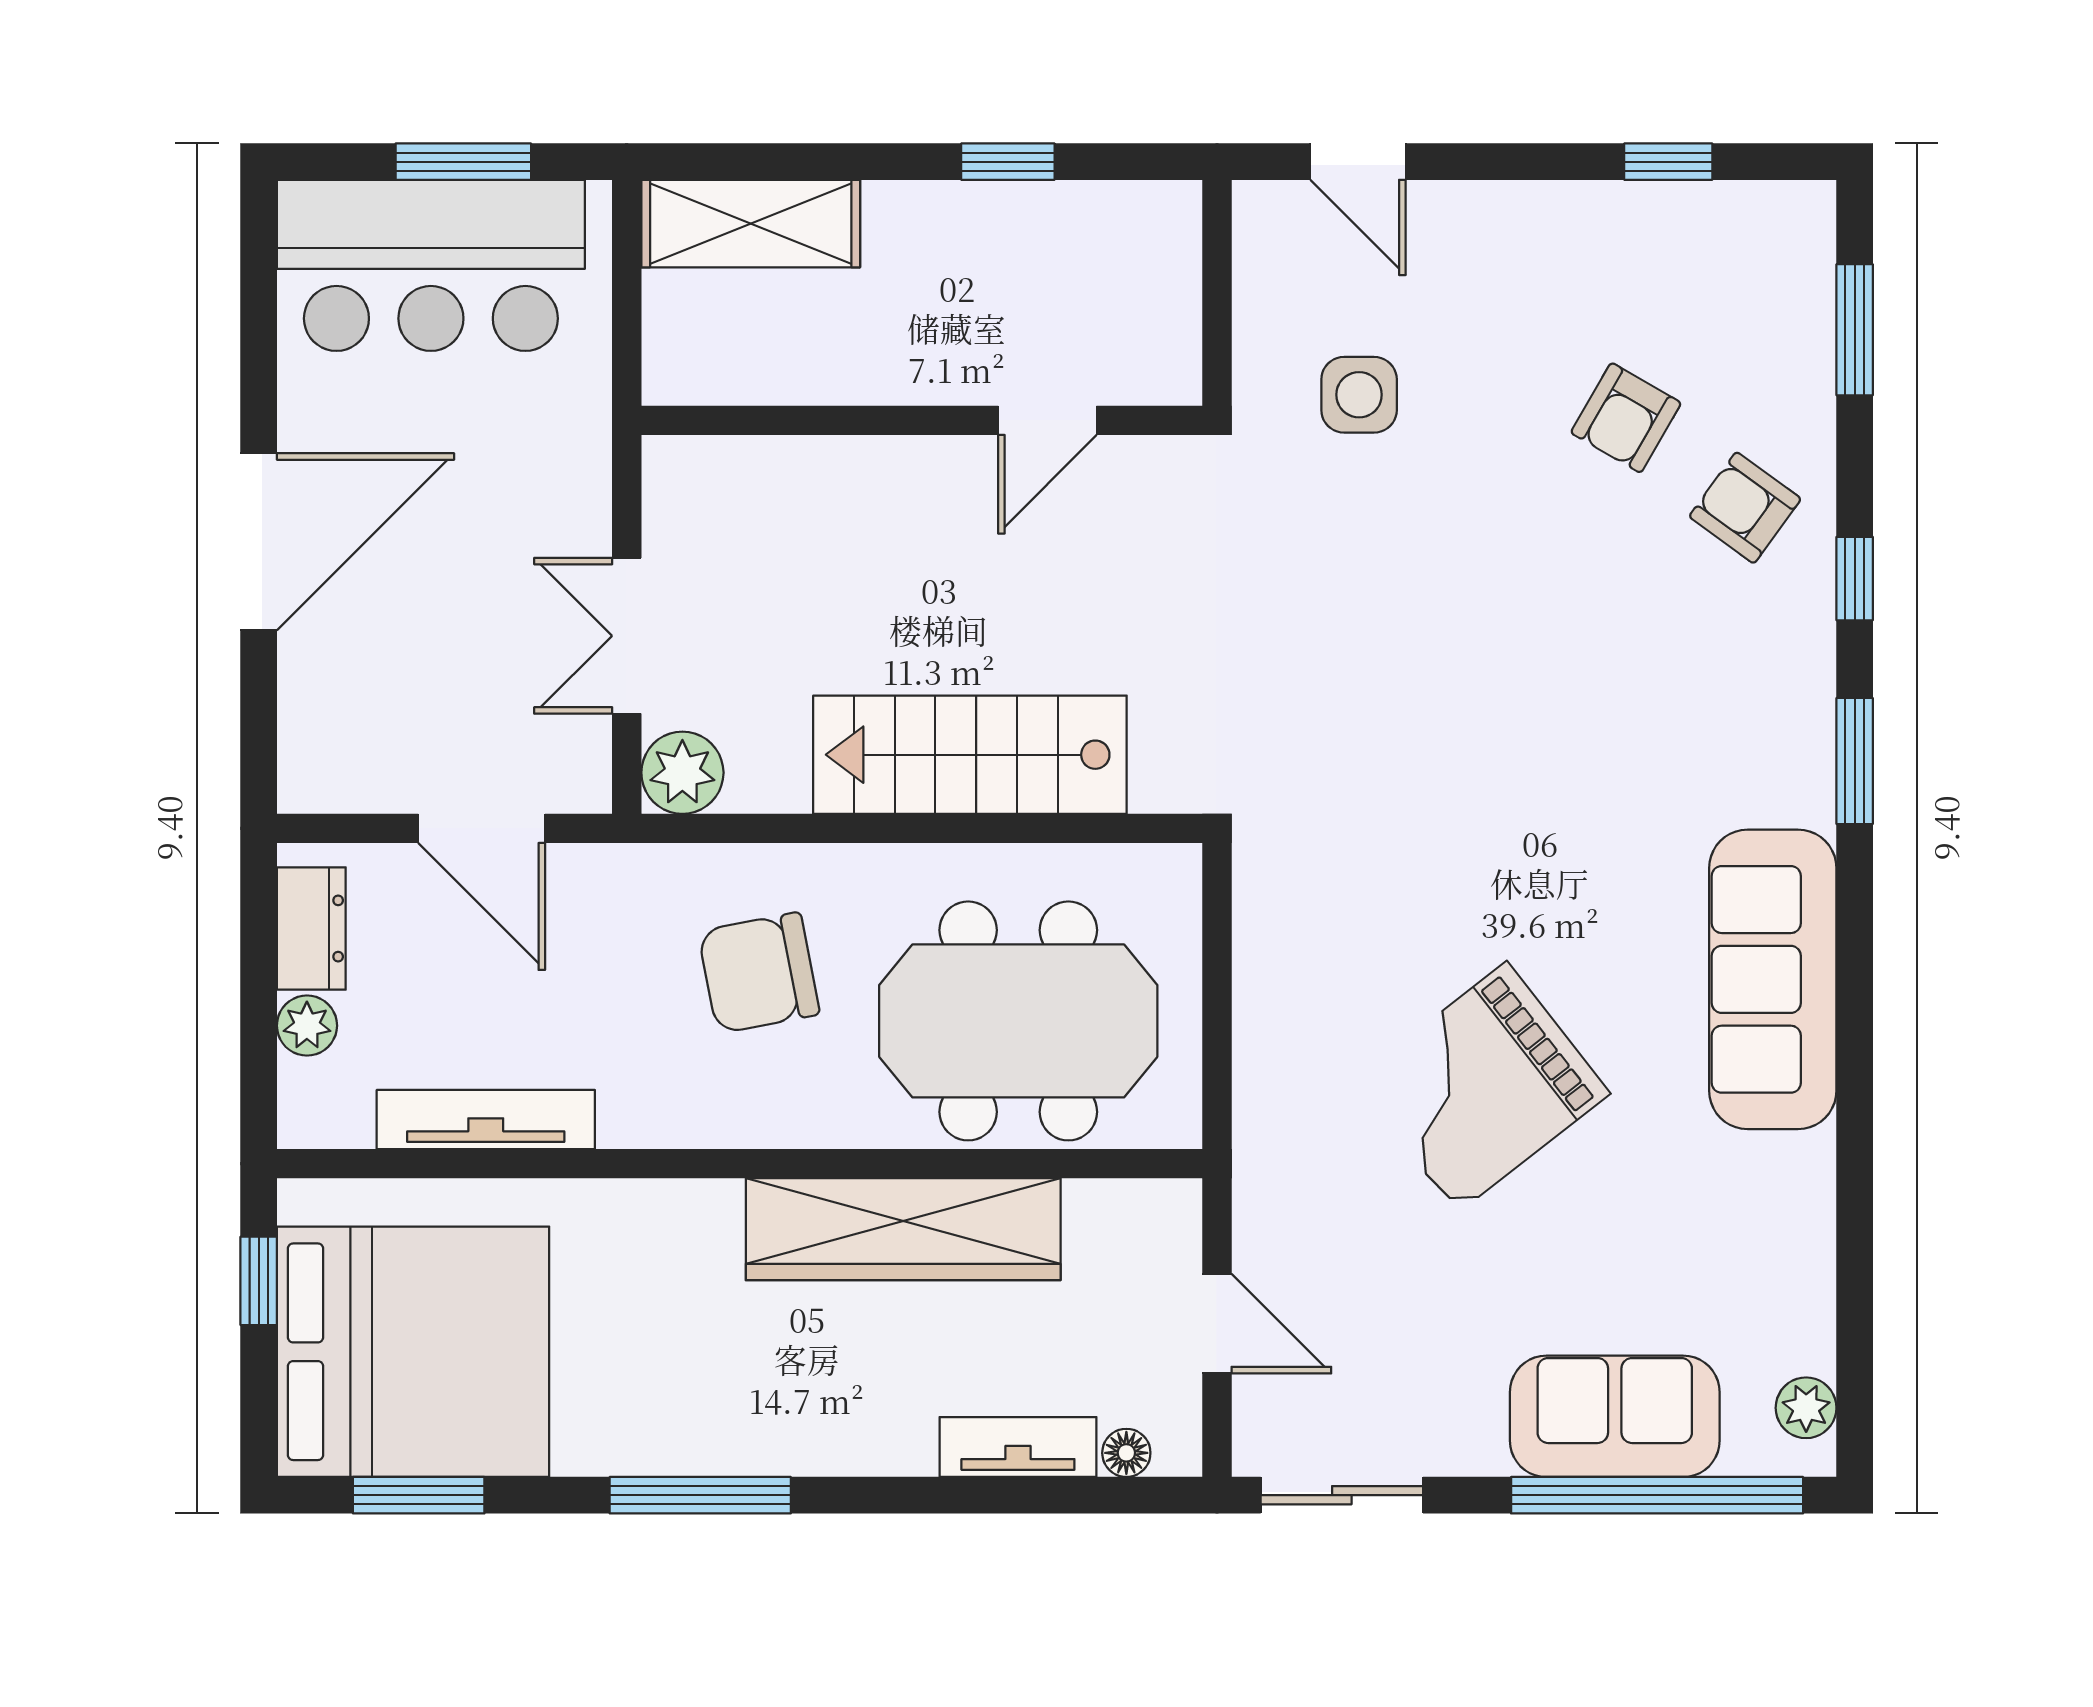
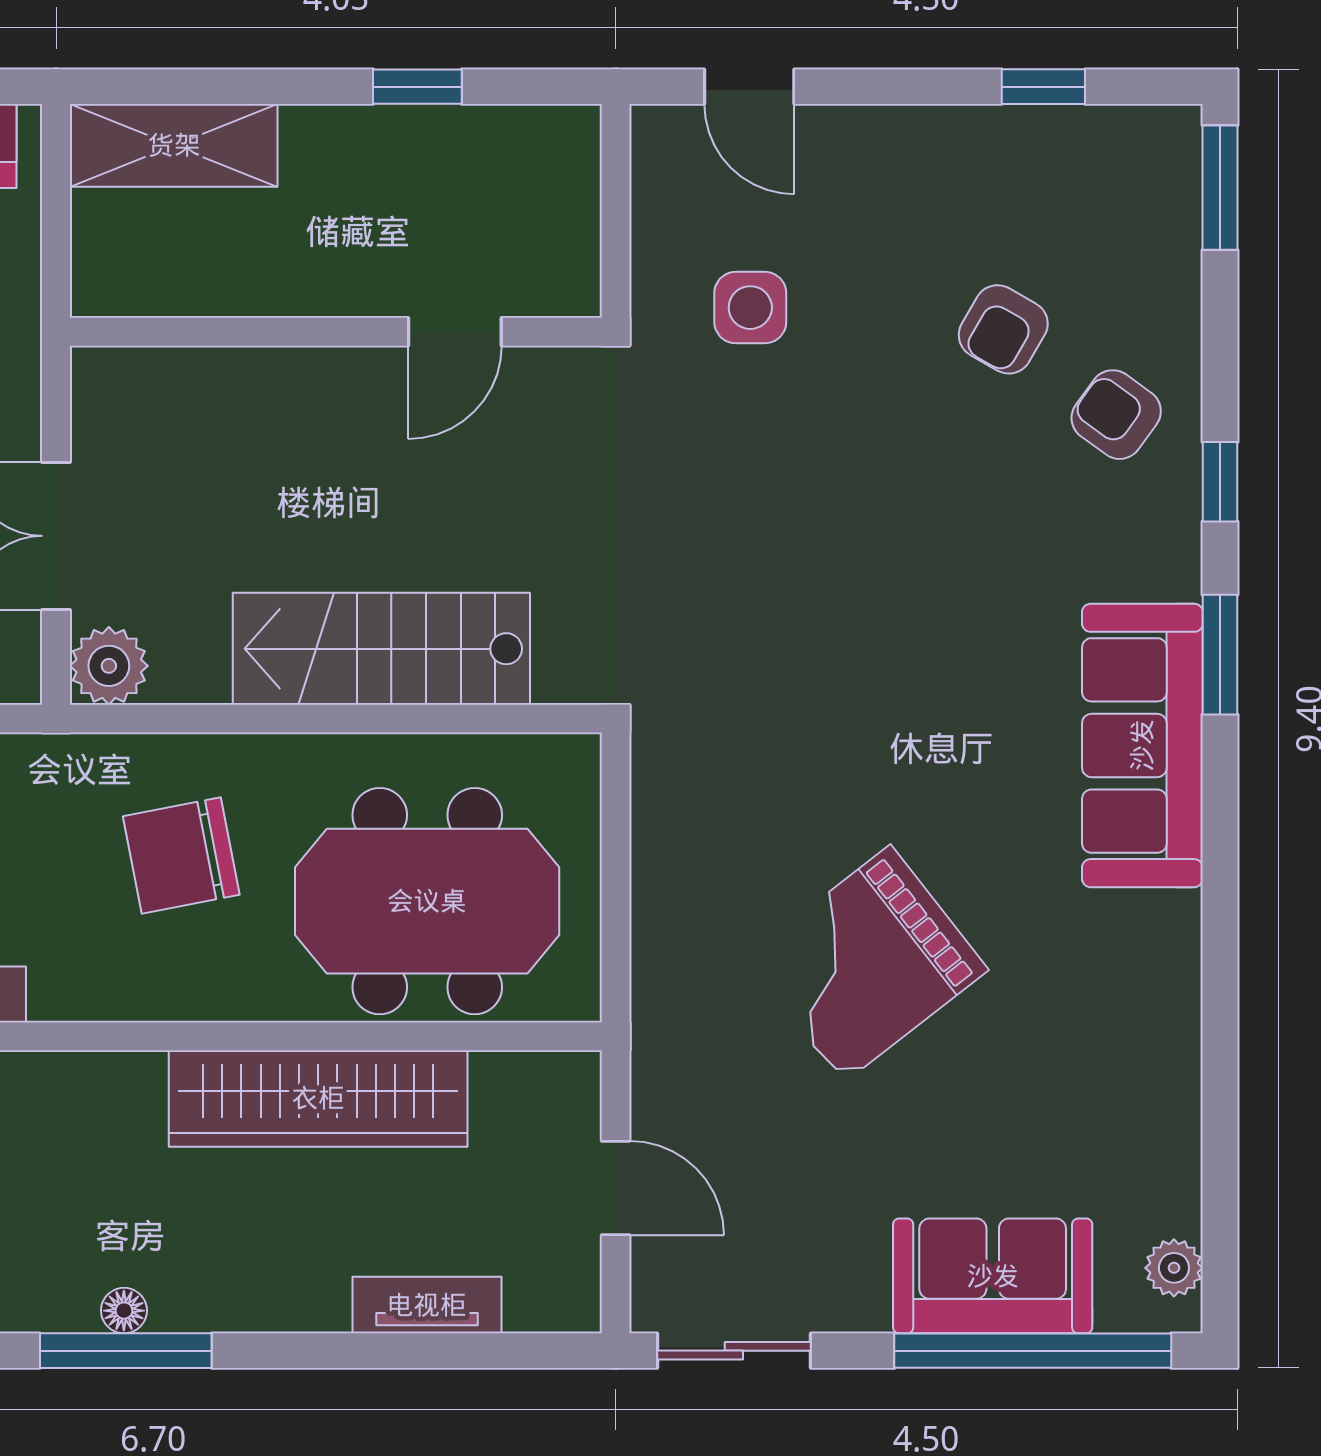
window: (1855, 330) -> (1220, 188), moved
sofa: (1773, 979) -> (1142, 745), moved
floor lamp: (1126, 1453) -> (124, 1311), moved

